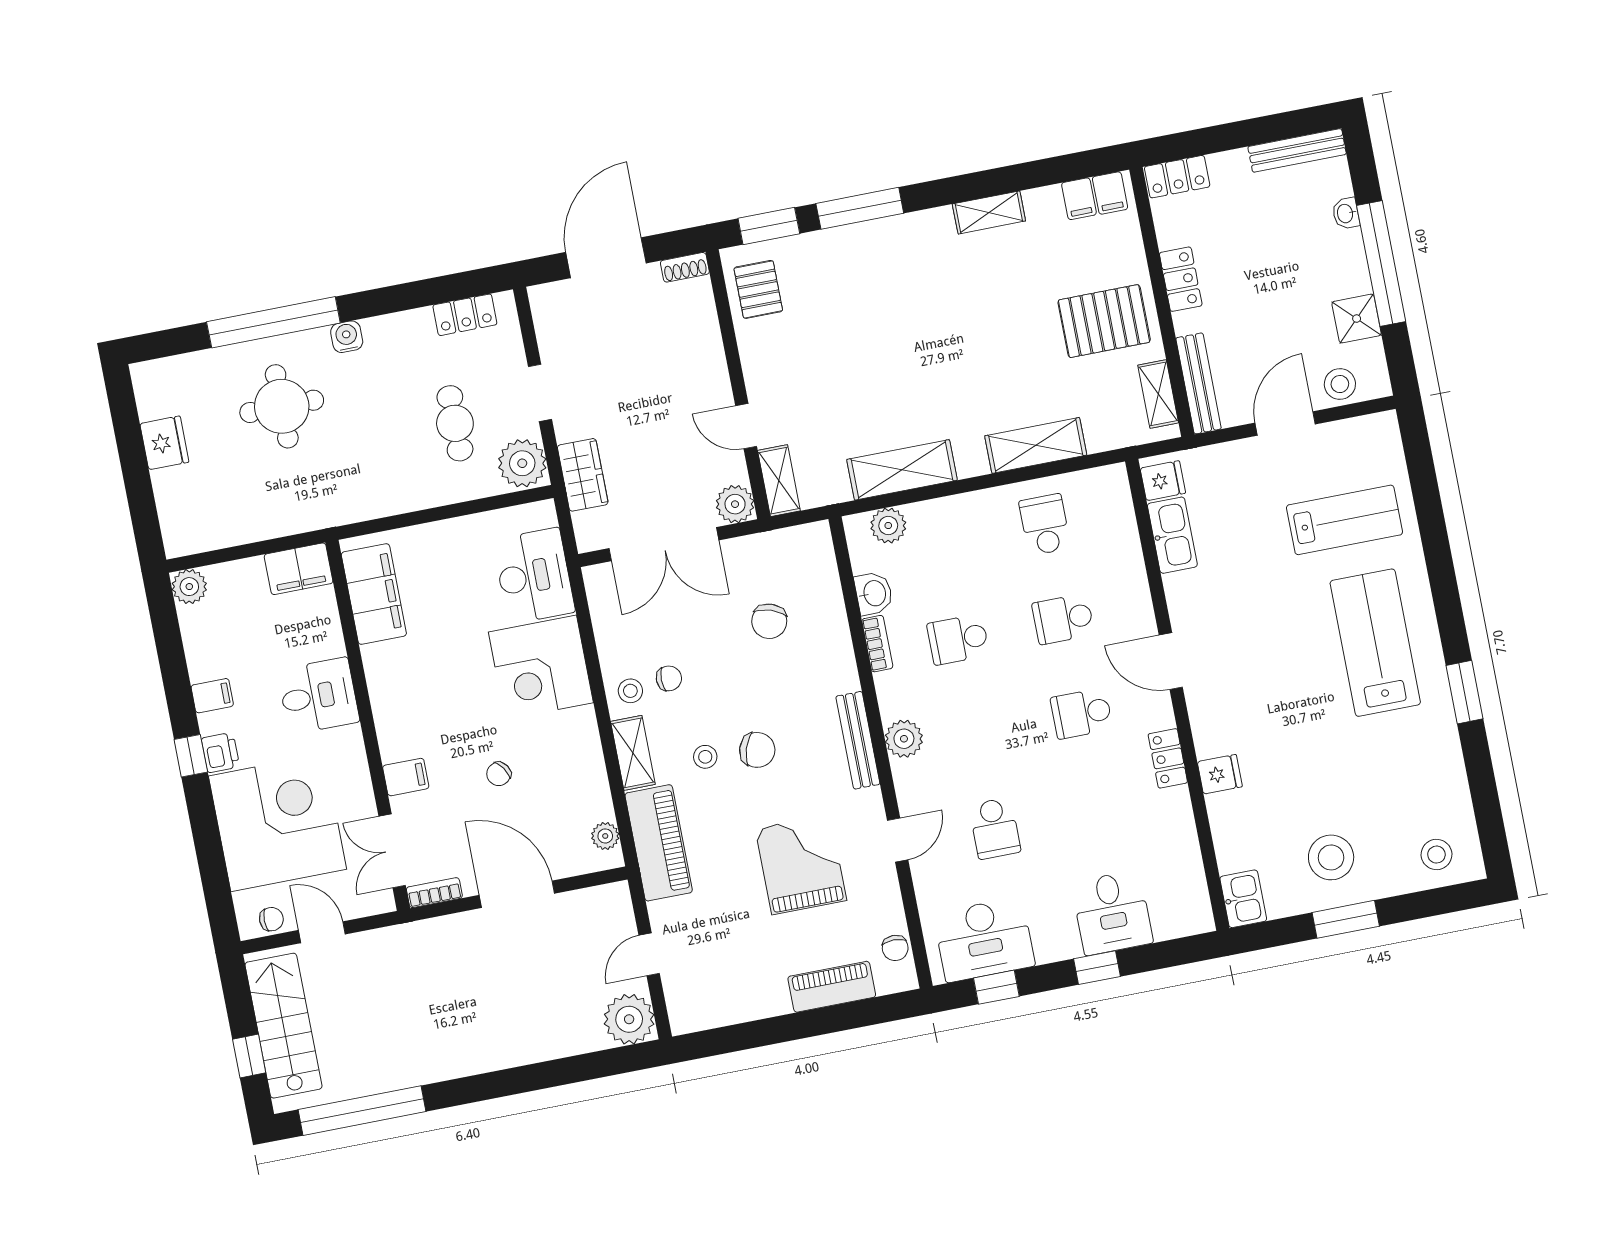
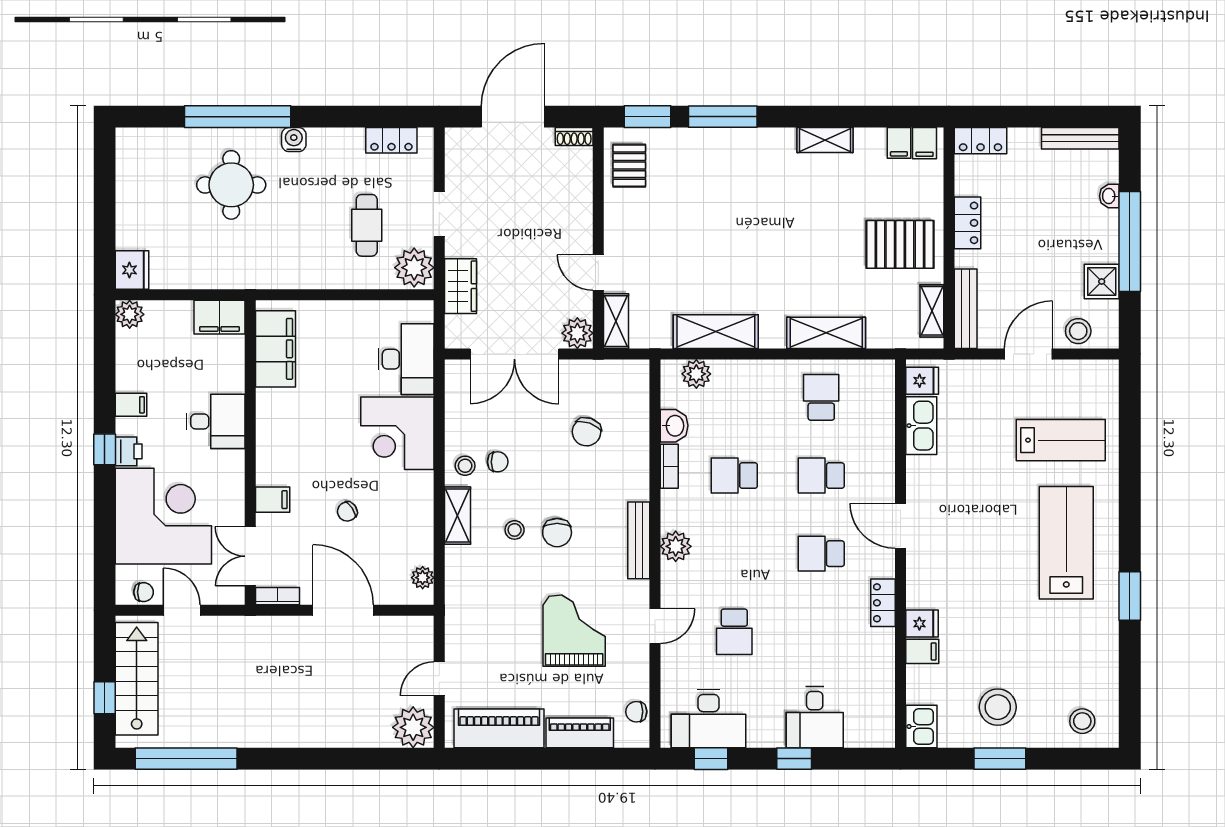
fridge: (164, 443) -> (132, 270), moved
chair: (757, 750) -> (557, 533), turned 72
filing cabinet: (1227, 808) -> (922, 651), added
piano: (659, 843) -> (499, 728), moved, turned -90
chair: (895, 948) -> (636, 712), turned 90

